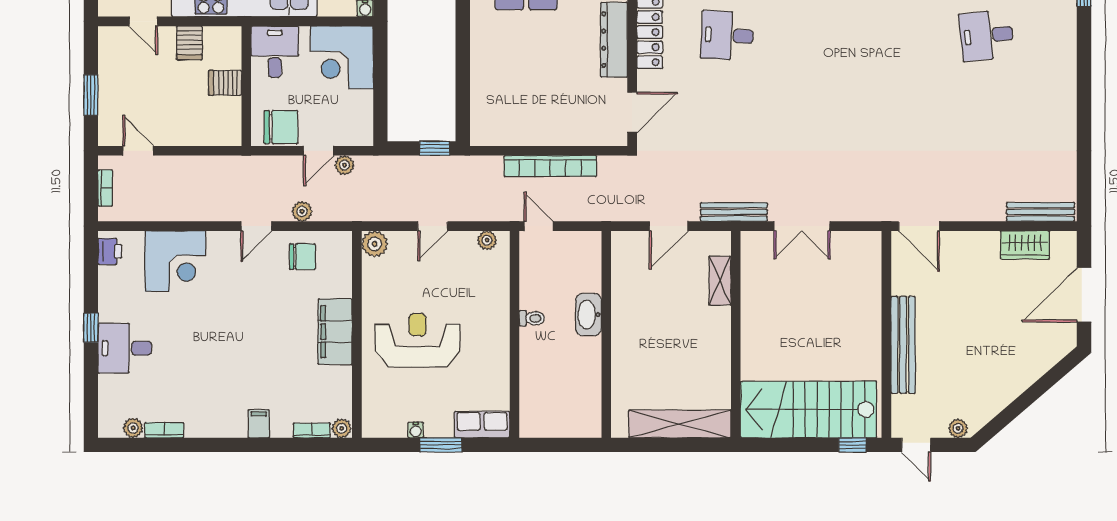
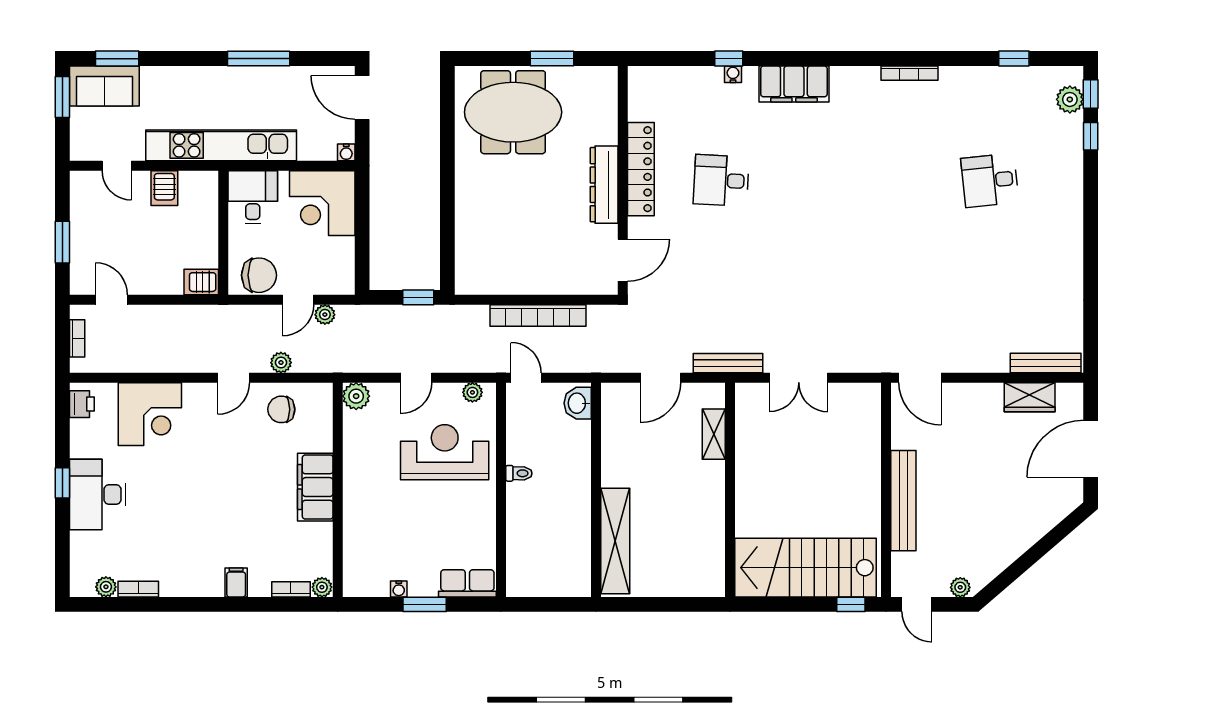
server rack: (225, 83) -> (201, 282), moved
chair: (302, 257) -> (281, 409), turned 180
washbasin: (589, 315) -> (578, 403), moved, width x0.72
reception desk: (418, 340) -> (445, 452), moved
desk: (125, 348) -> (97, 495), width x1.37
shelving: (680, 424) -> (615, 541), moved, turned 90

